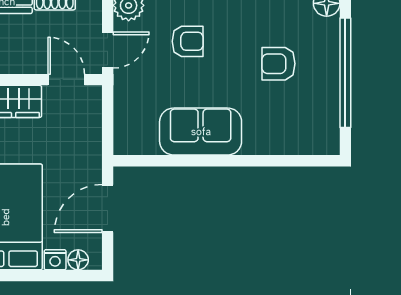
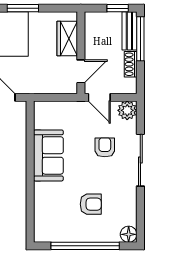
armchair: (188, 41) -> (105, 147), turned 180
armchair: (278, 64) -> (91, 204), turned 90

